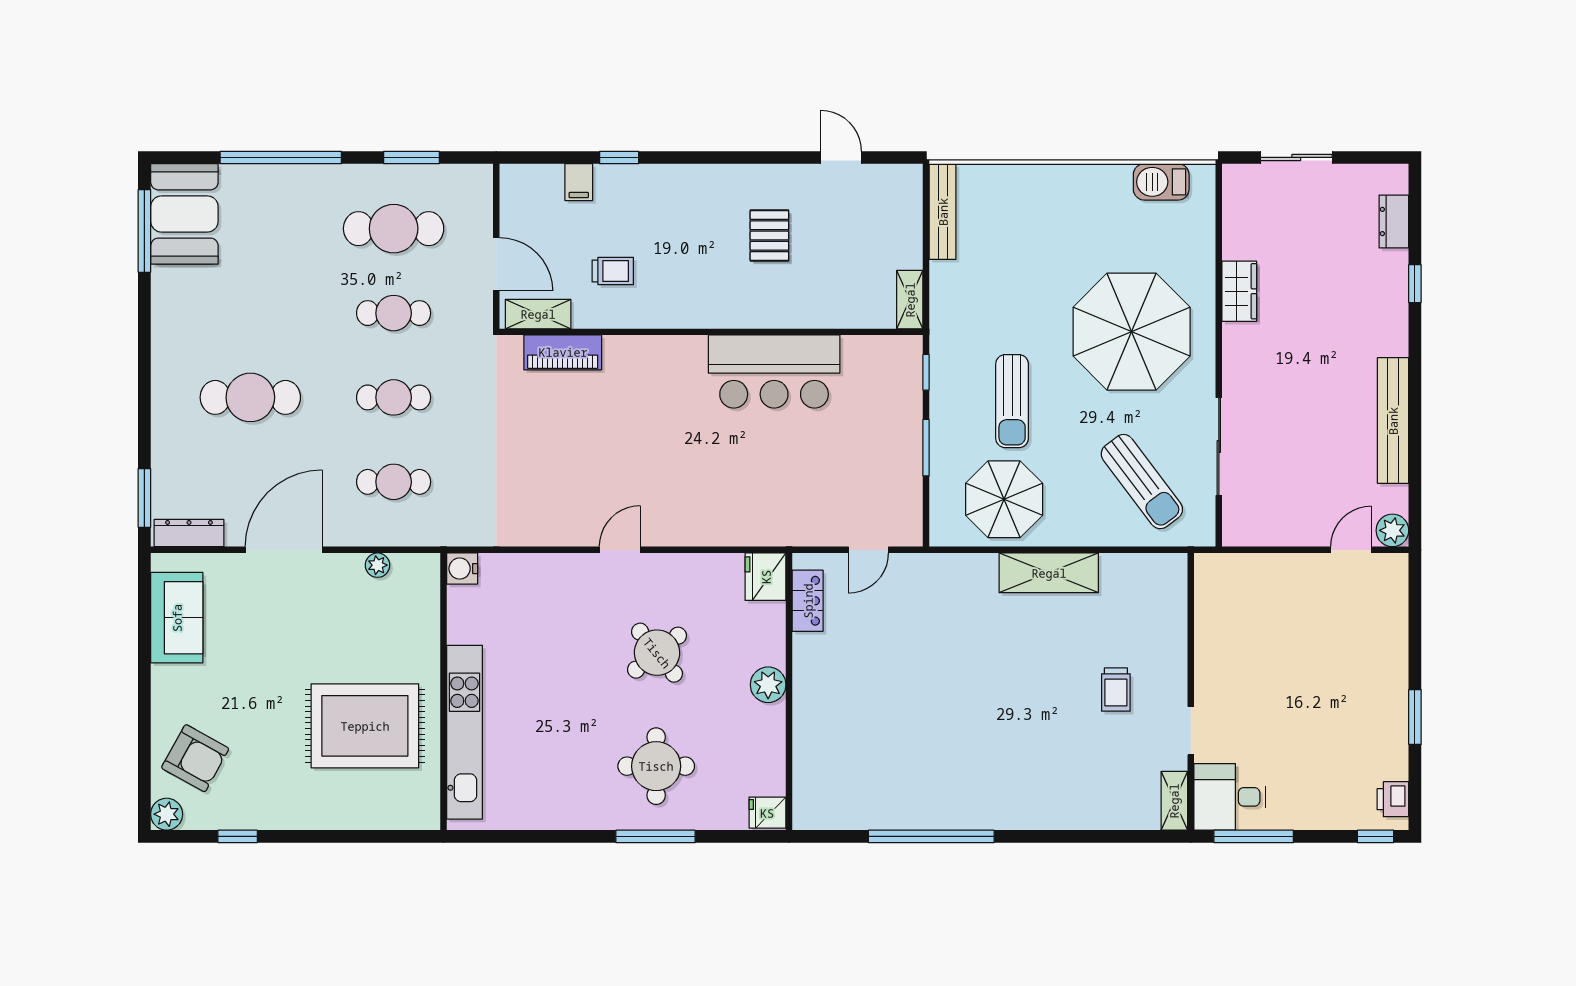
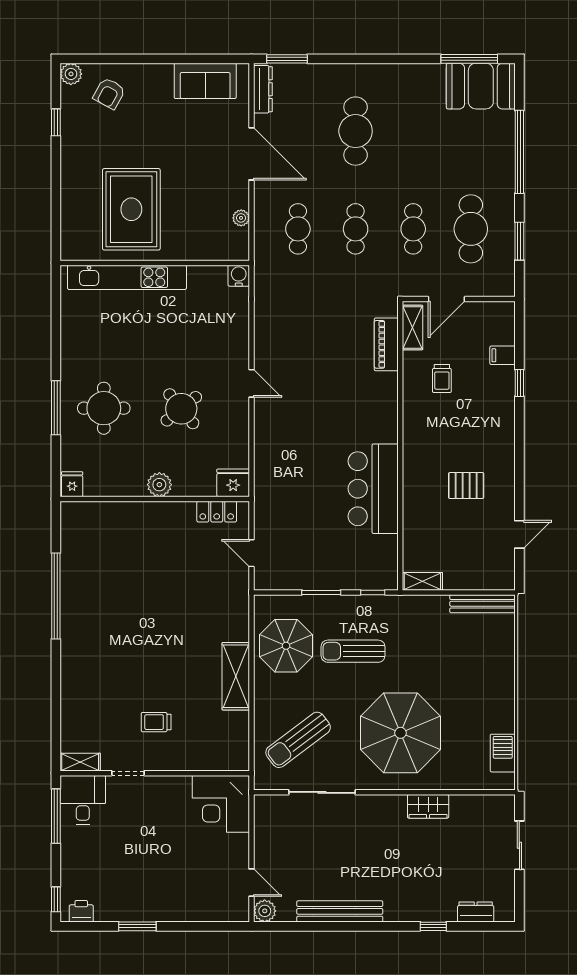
corner desk: (1236, 595) -> (221, 804), added
armchair: (195, 758) -> (109, 93), width x0.72, depth x0.72

